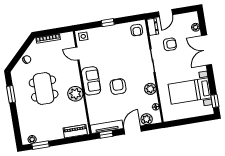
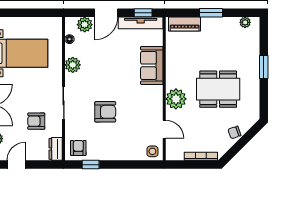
door: (166, 13) -> (16, 165), moved
window: (108, 23) -> (91, 165), moved
sofa: (91, 81) -> (152, 65), moved
armchair: (118, 87) -> (105, 112), moved, turned -90
dining table: (44, 89) -> (218, 89), turned 90
window: (11, 94) -> (264, 67), moved
plant: (75, 94) -> (176, 99), moved
window: (41, 145) -> (211, 13), moved

